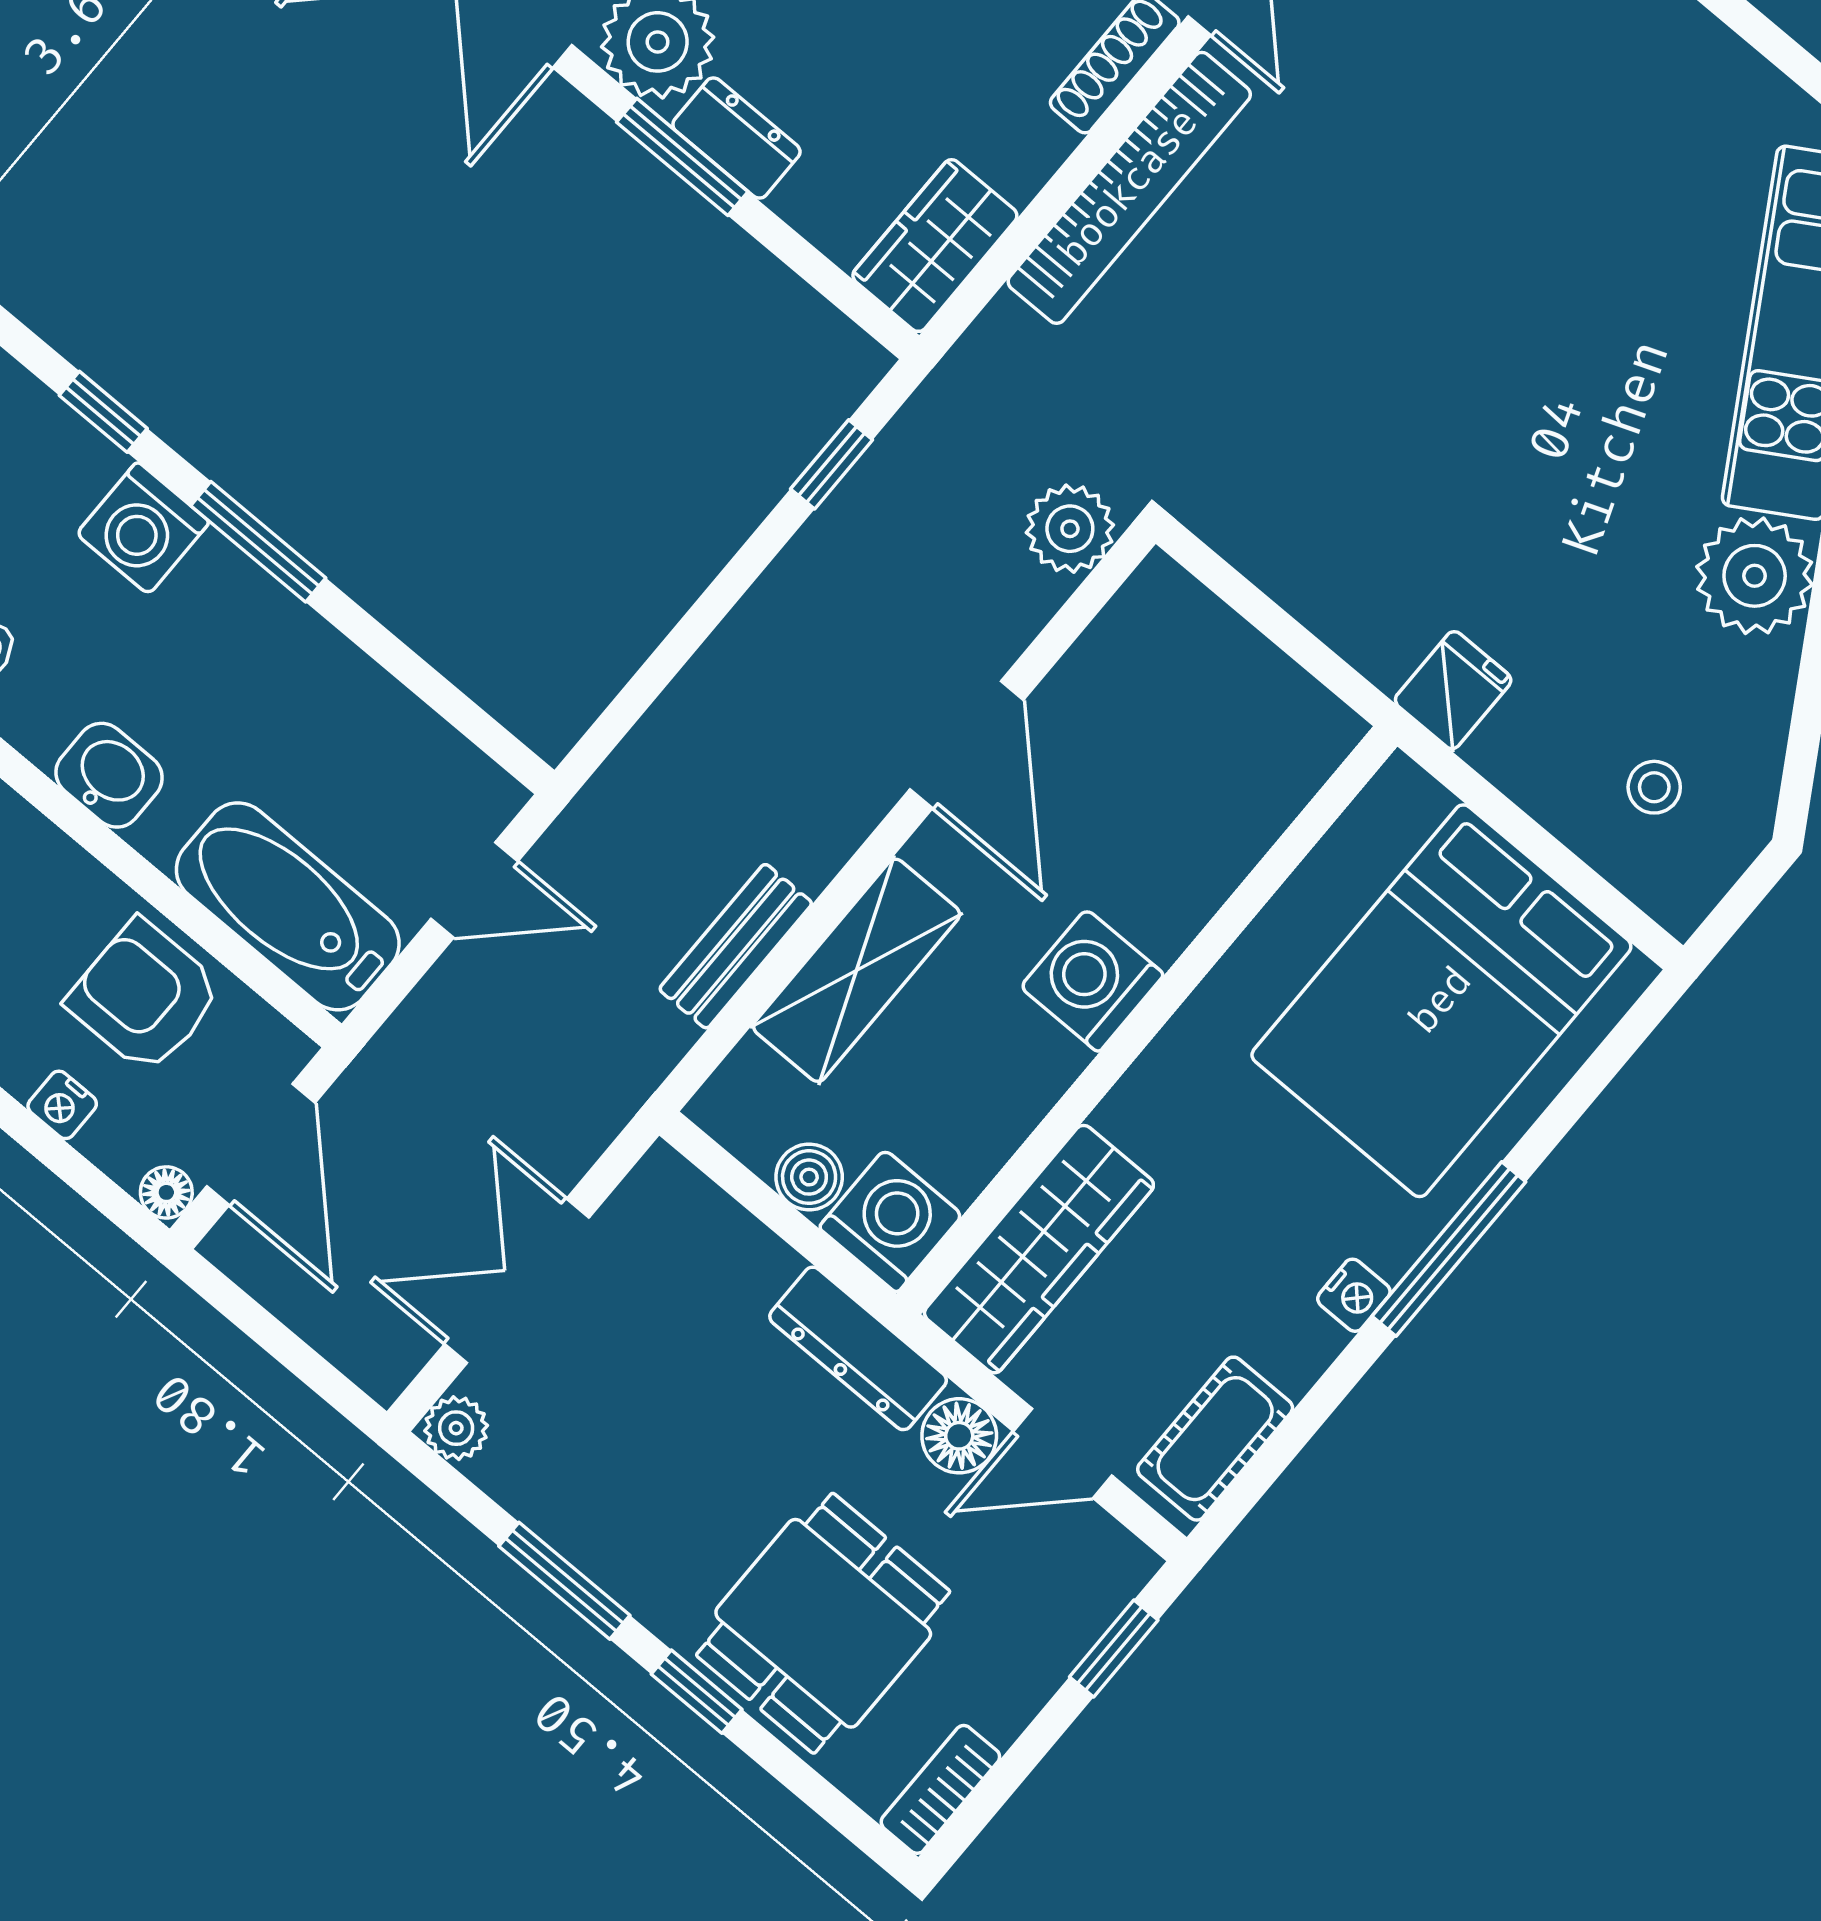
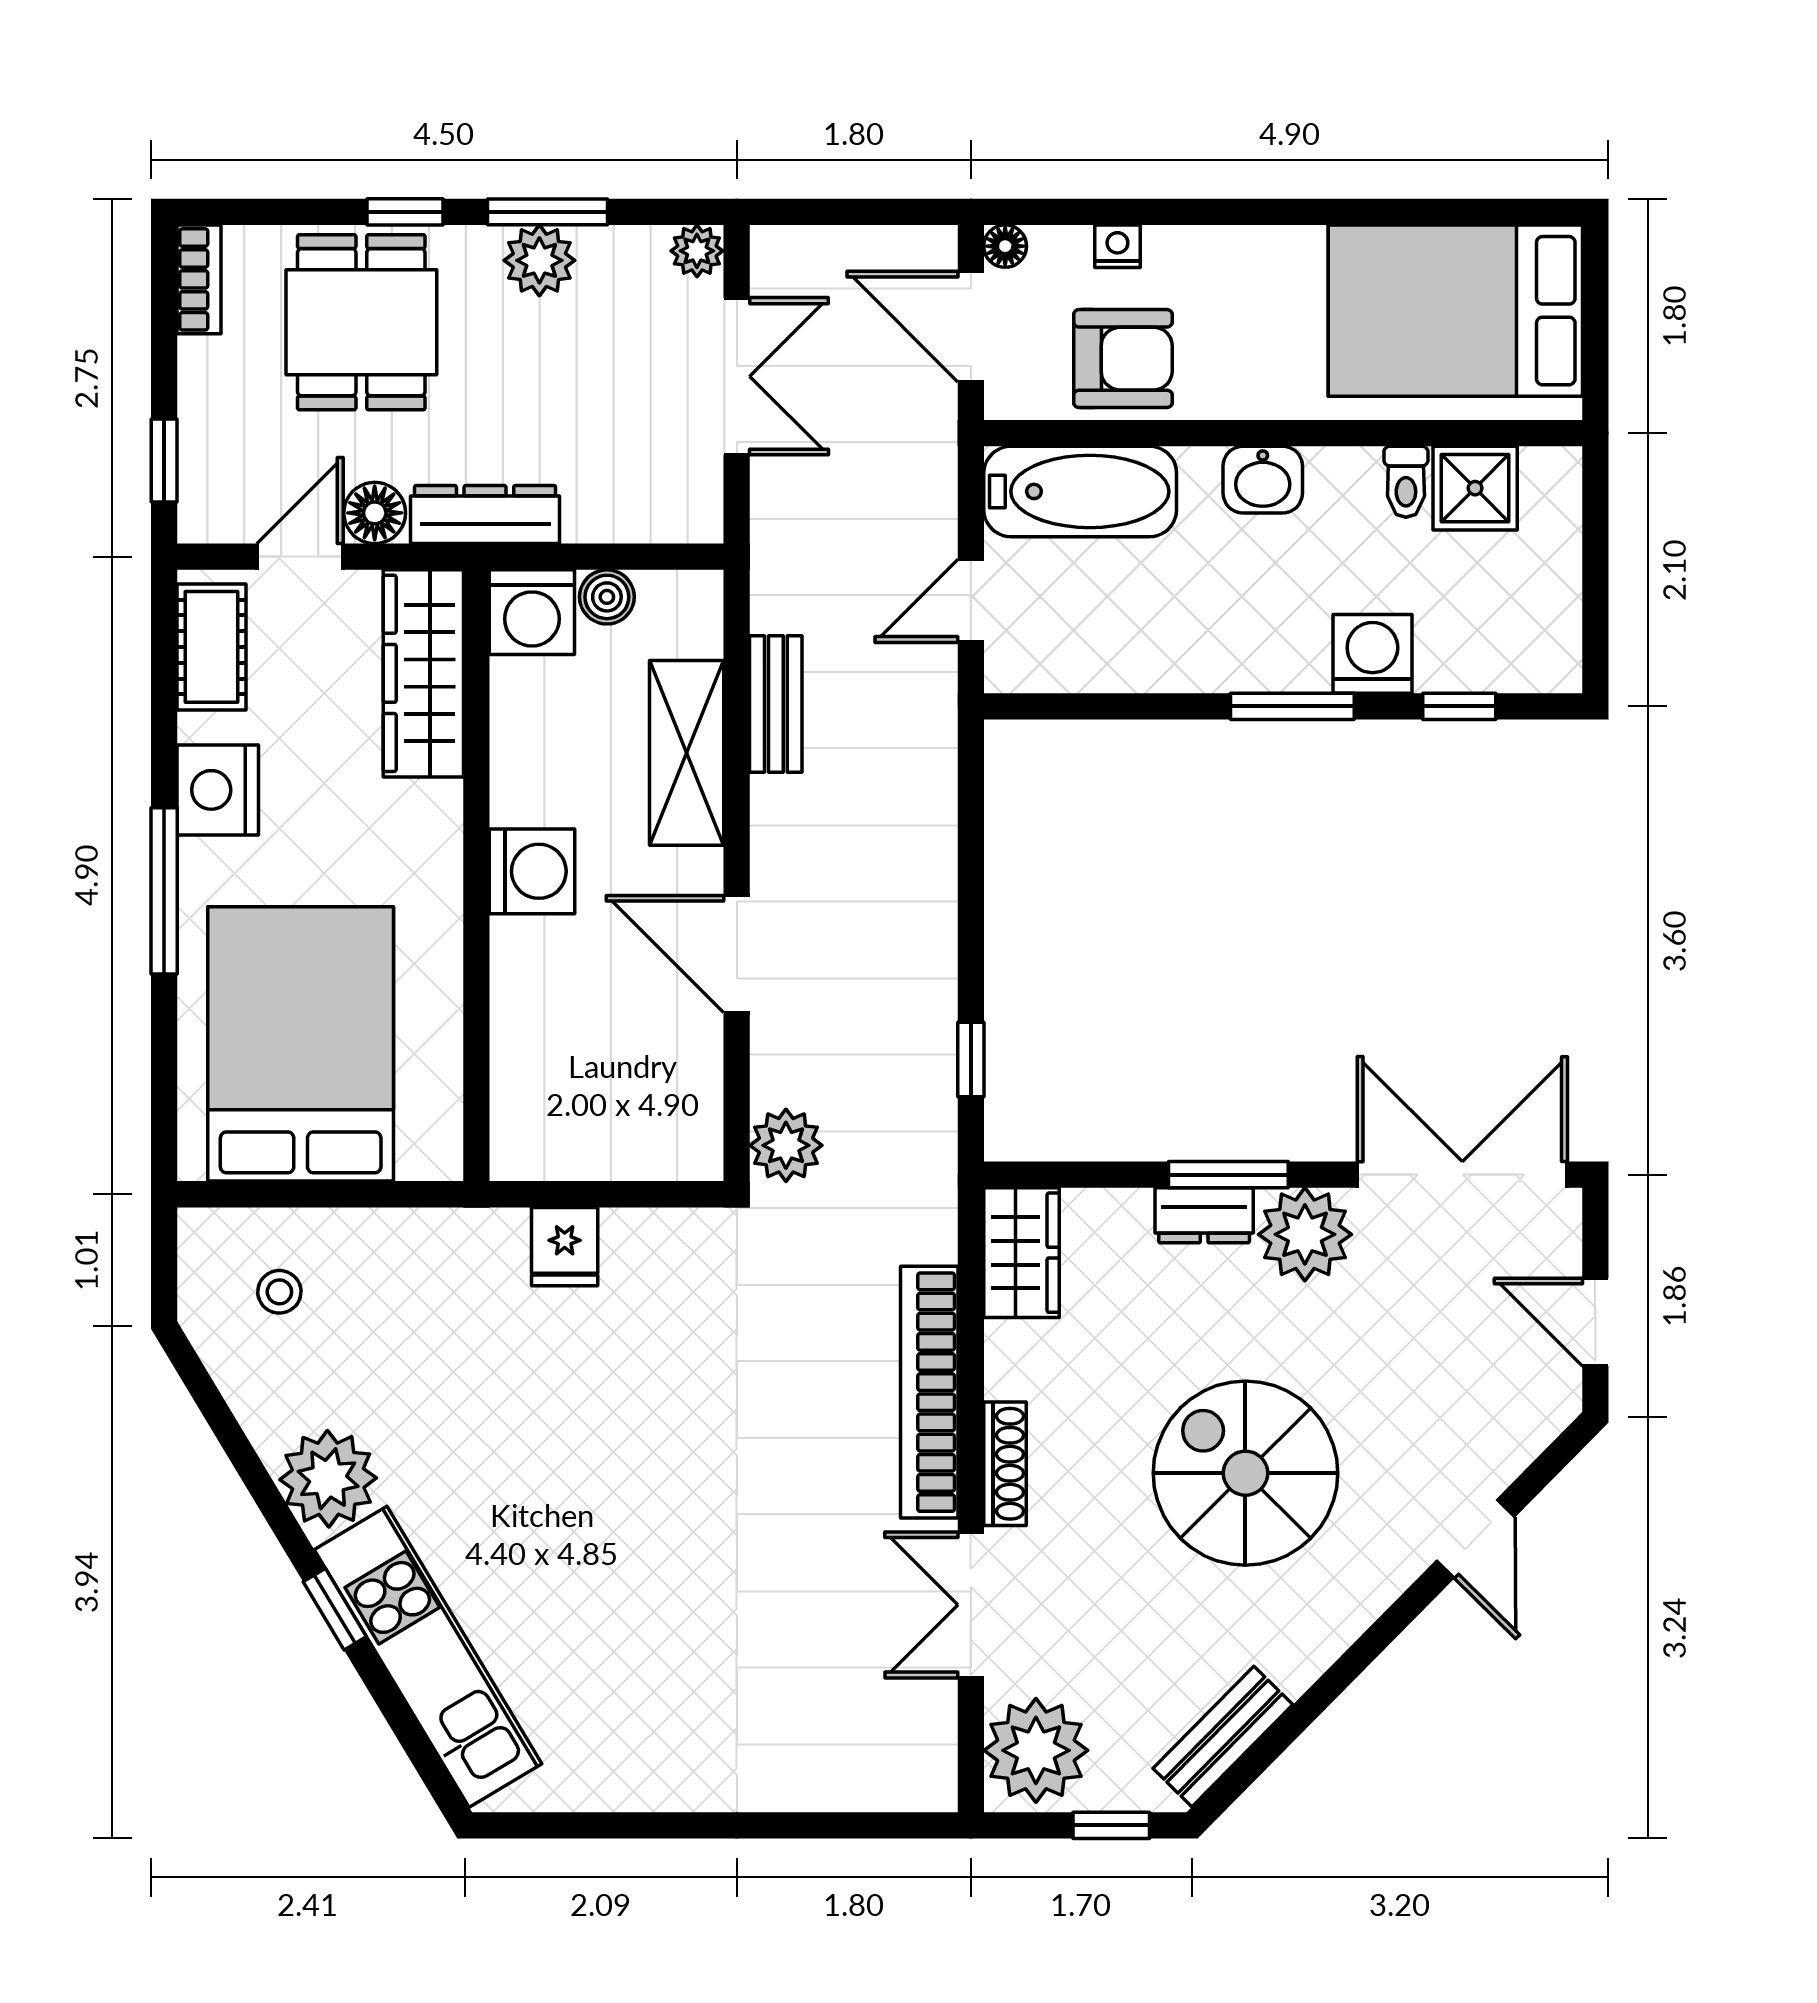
fridge: (1453, 690) -> (565, 1247), moved
nightstand: (1354, 1295) -> (218, 790), width x1.89, depth x1.79
plant: (610, 1542) -> (539, 260), added

